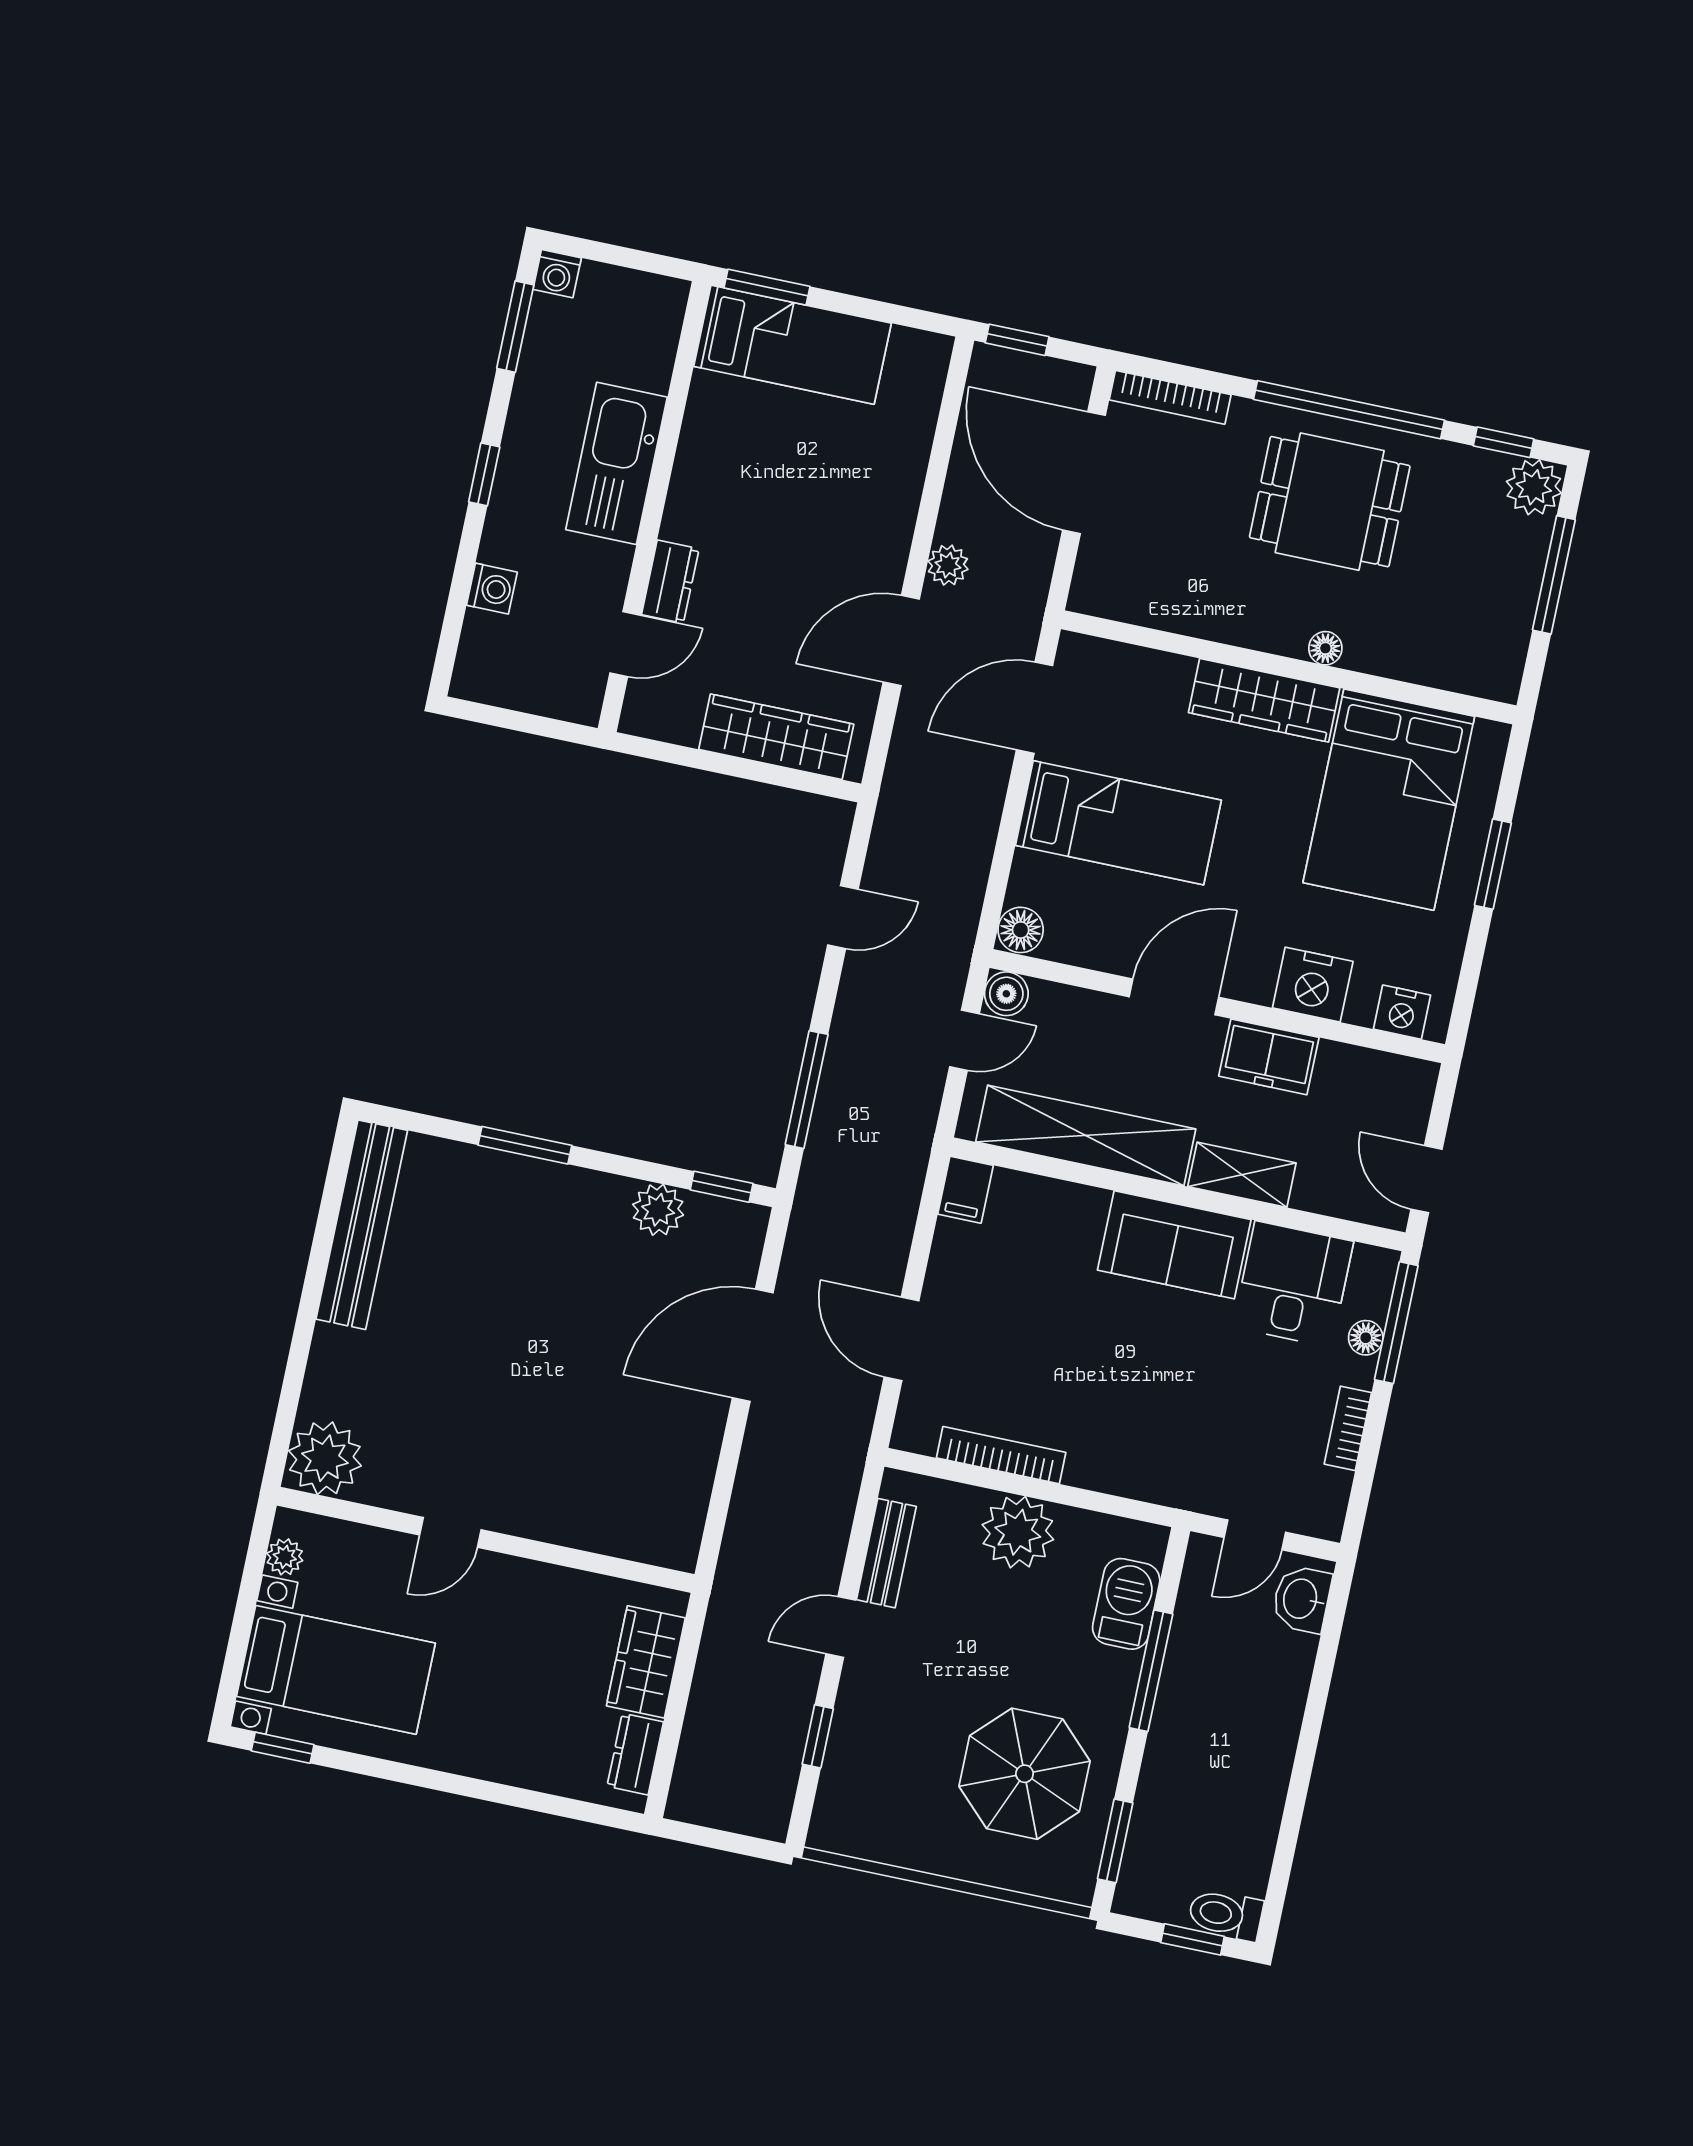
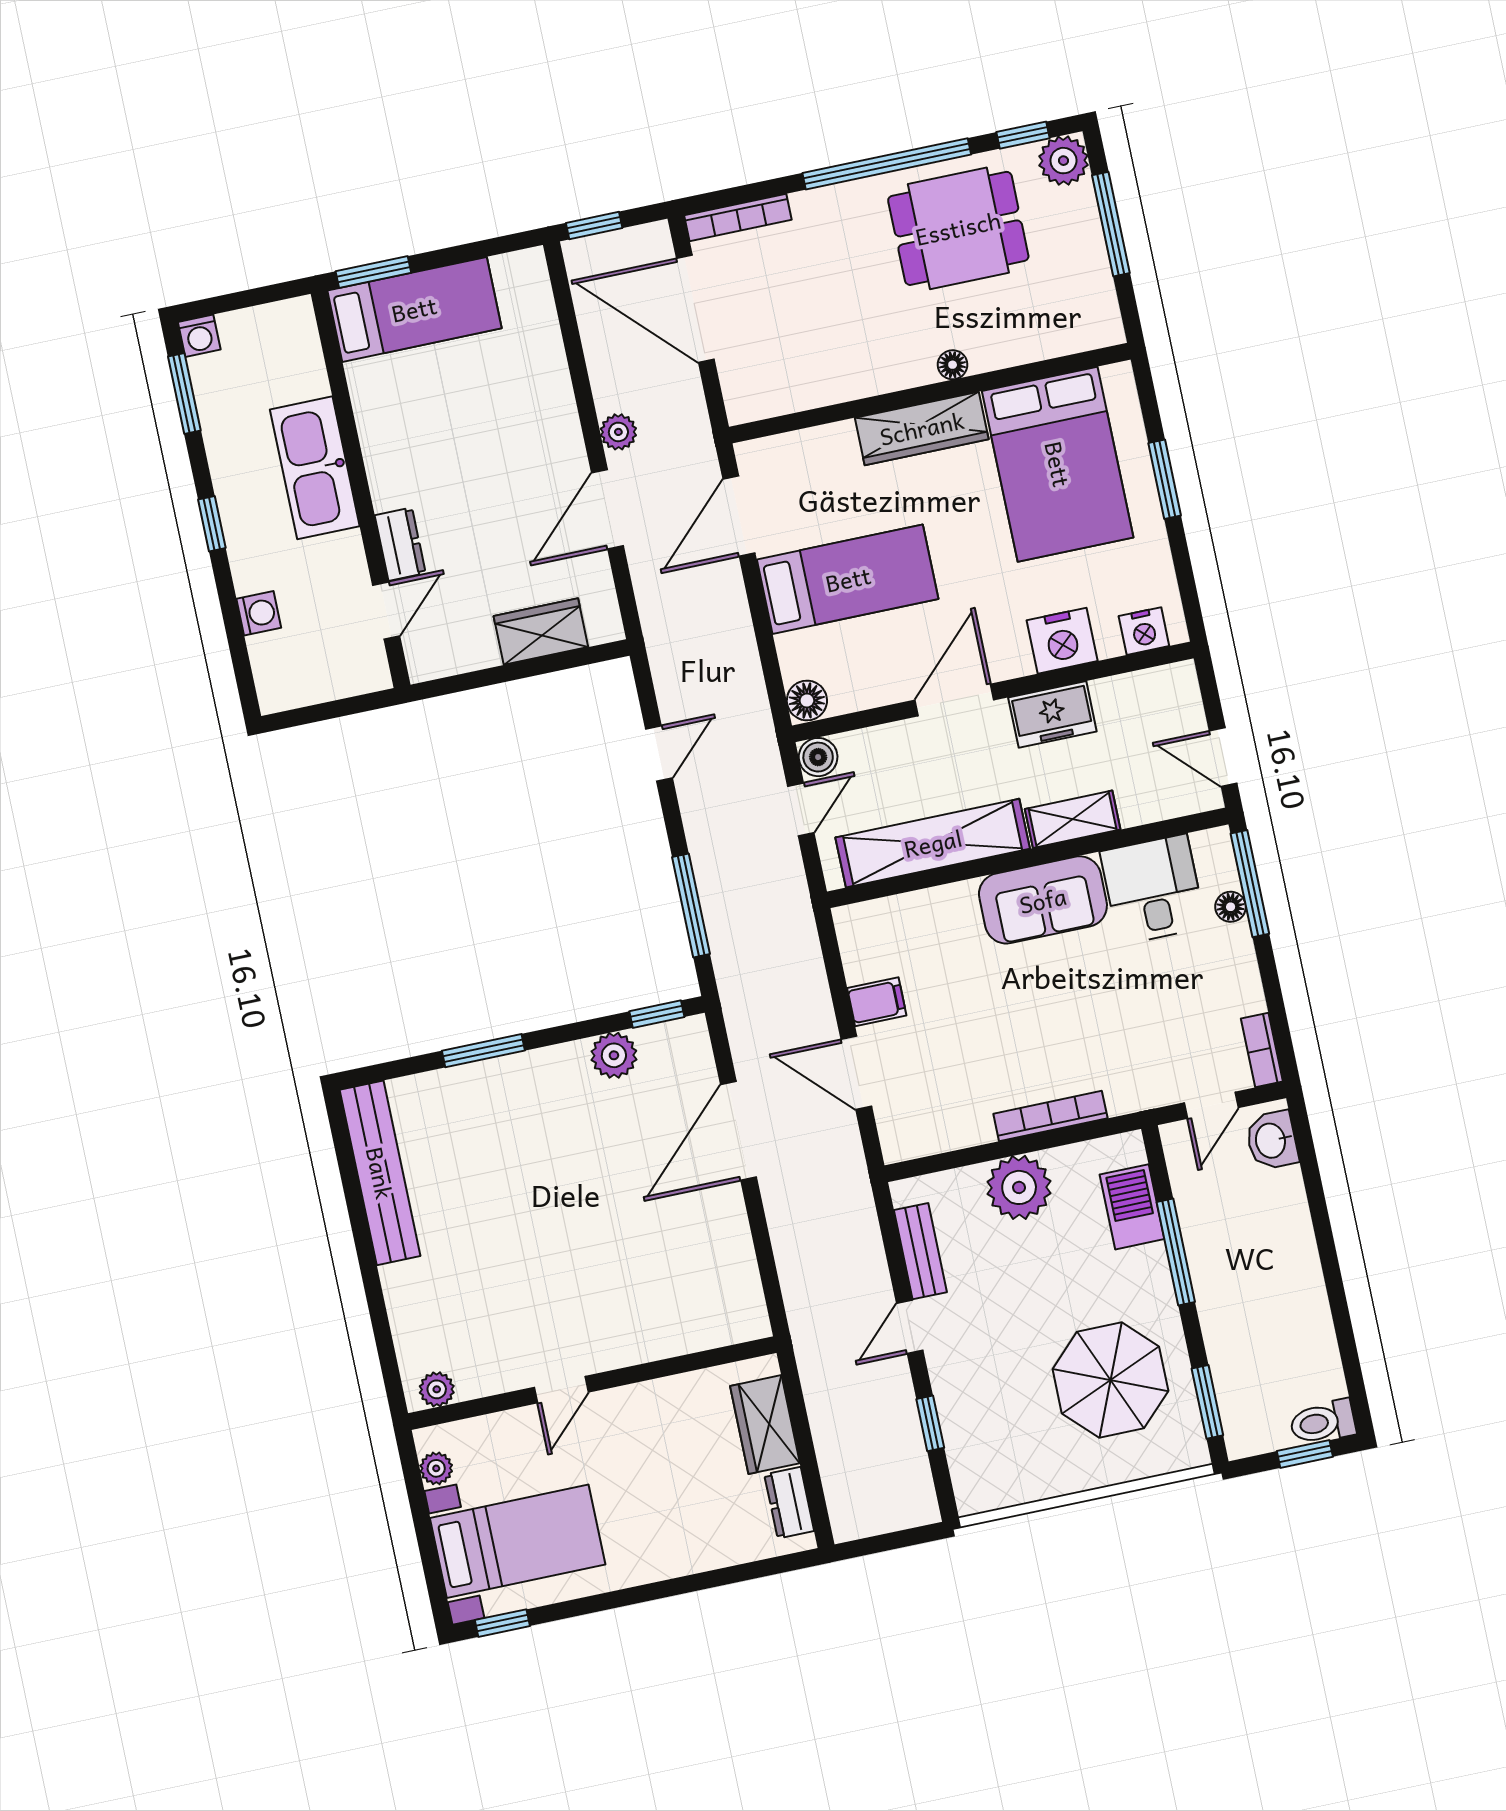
dining table: (1330, 502) -> (958, 228), moved
wardrobe: (776, 737) -> (541, 632), width x0.67
filing cabinet: (965, 1190) -> (877, 1002), moved, turned -90
bookcase: (1348, 1428) -> (1262, 1050), moved
bookcase: (1001, 1455) -> (1050, 1116), moved
plant: (325, 1458) -> (437, 1389), width x0.53, depth x0.53

